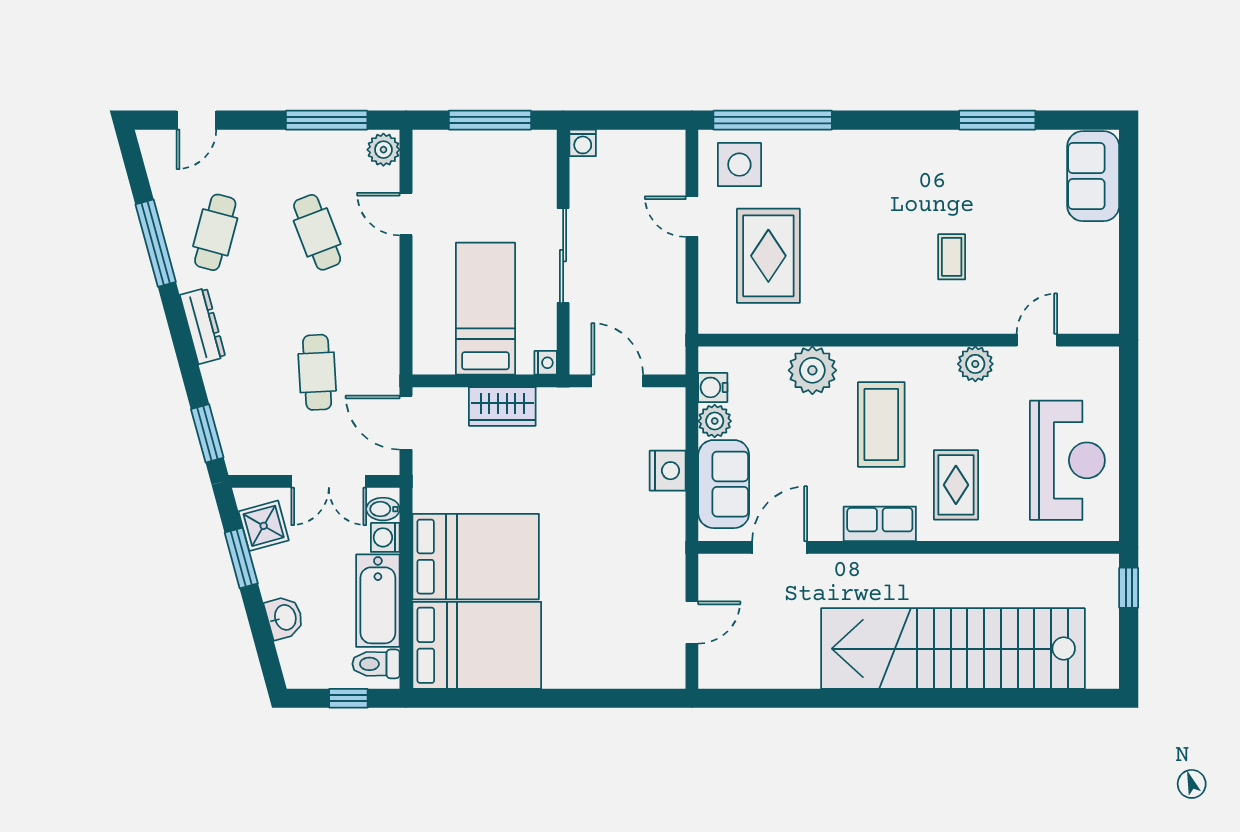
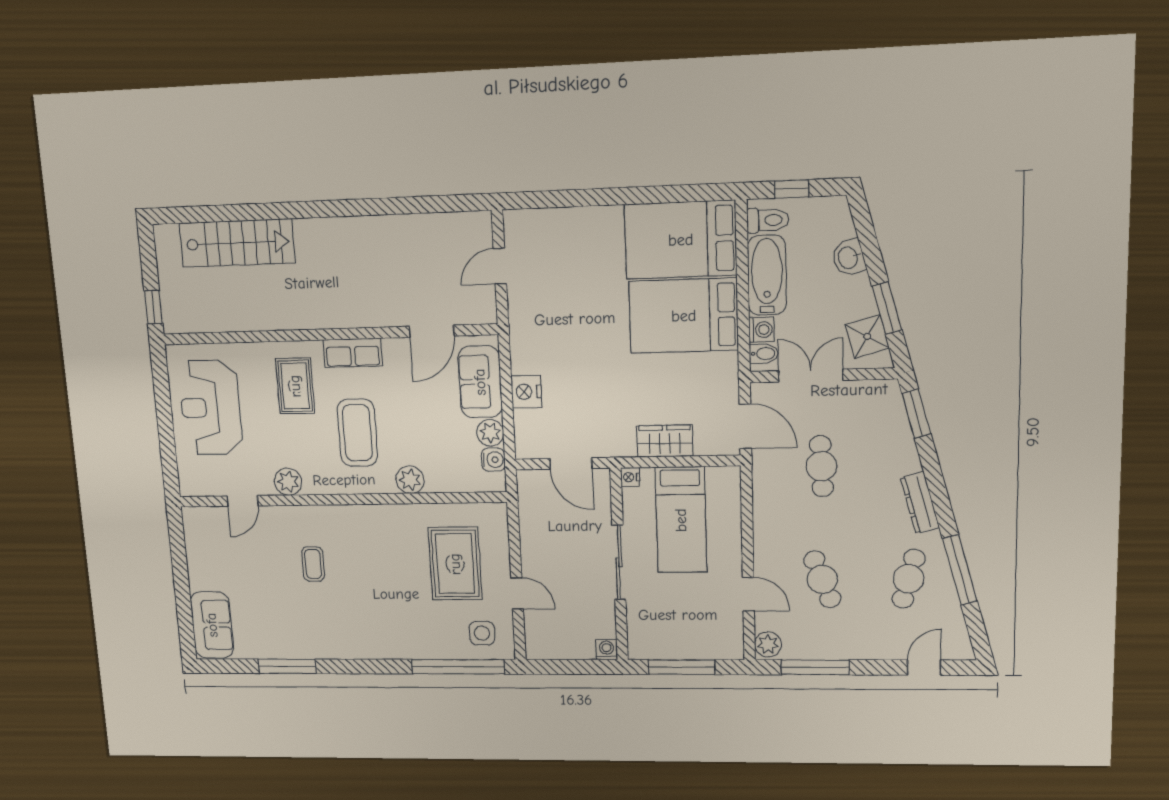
side table: (739, 165) -> (482, 633), width x0.73, depth x0.73
plant: (812, 370) -> (410, 480), width x0.73, depth x0.73
stairs: (953, 649) -> (237, 243), width x0.54, depth x0.66

